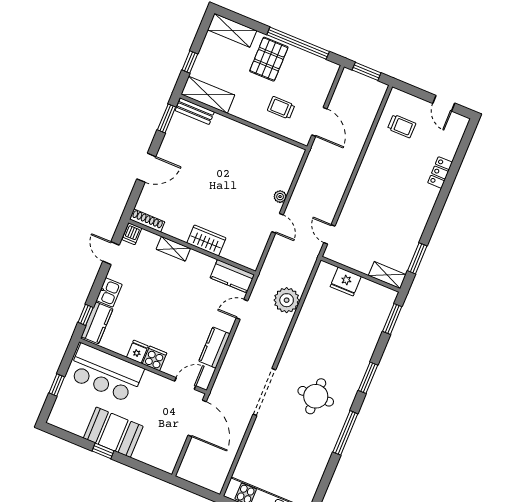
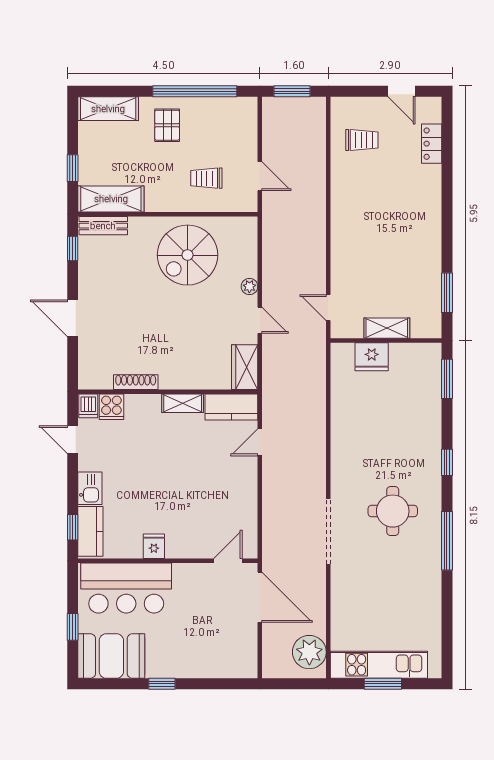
pallet: (269, 59) -> (167, 125), width x0.67, depth x0.71
window: (167, 118) -> (73, 248), width x0.67
door: (319, 122) -> (260, 176), width x0.73
spiral stairs: (246, 156) -> (188, 255), added
door: (146, 168) -> (73, 318), swing flipped
locker: (440, 172) -> (432, 144), moved
shoe rack: (147, 221) -> (136, 382), moved
wardrobe: (206, 240) -> (245, 367), moved, turned -90
shelving: (173, 249) -> (183, 403), moved
shelving: (387, 275) -> (387, 328), moved
plant: (287, 300) -> (309, 652), moved
kitchen counter: (214, 348) -> (245, 503), removed
cooker: (155, 358) -> (111, 407), moved, turned 180
window: (368, 378) -> (447, 462), width x0.67
booth: (113, 432) -> (111, 656), moved

